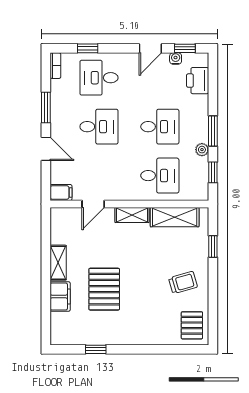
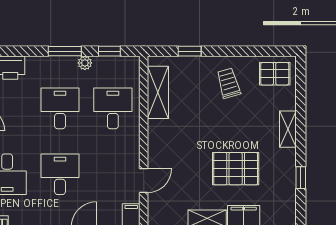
door: (93, 204) -> (144, 180), hinge flipped
shelving: (132, 215) -> (288, 129), moved

